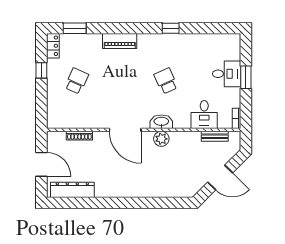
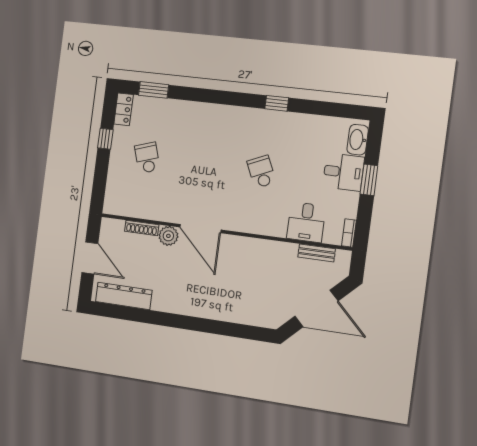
piano: (120, 41) -> (209, 113), removed
school desk: (77, 81) -> (147, 158), turned -42
washbasin: (161, 122) -> (358, 140), moved, turned -90
plant: (161, 139) -> (168, 236), moved
door: (220, 178) -> (316, 309), width x1.36

